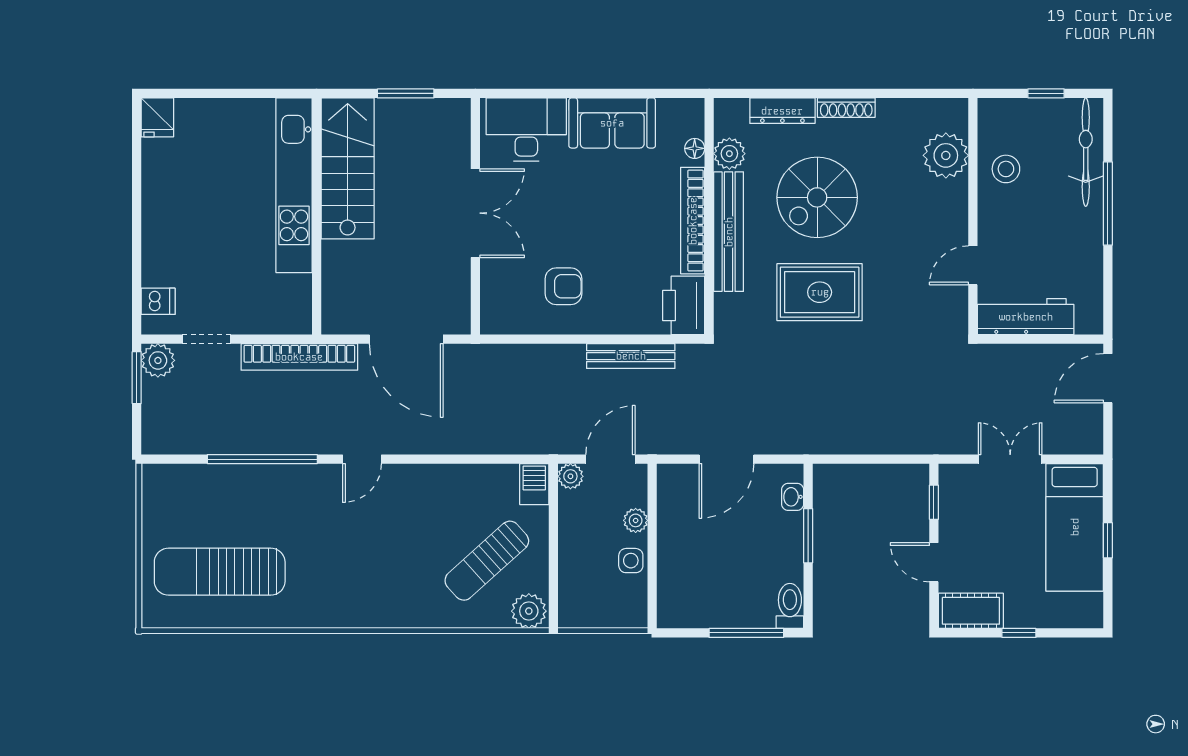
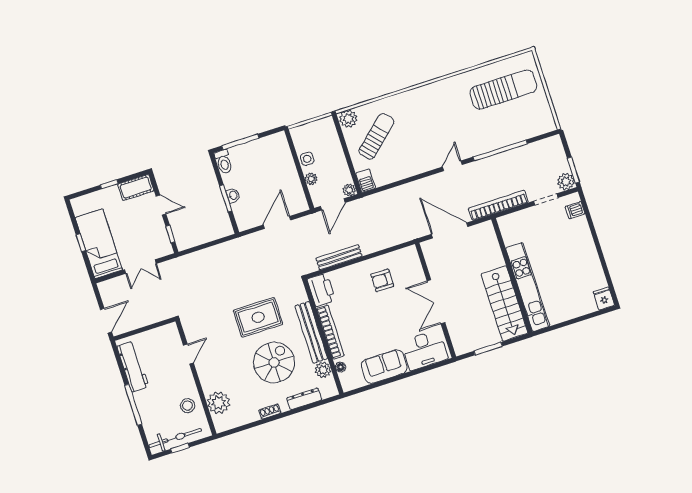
shoe rack: (846, 108) -> (270, 412), width x0.70
bicycle: (1086, 152) -> (175, 438), moved, turned -90
workbench: (1026, 317) -> (133, 366), moved, turned -90
washbasin: (793, 497) -> (233, 195), moved

